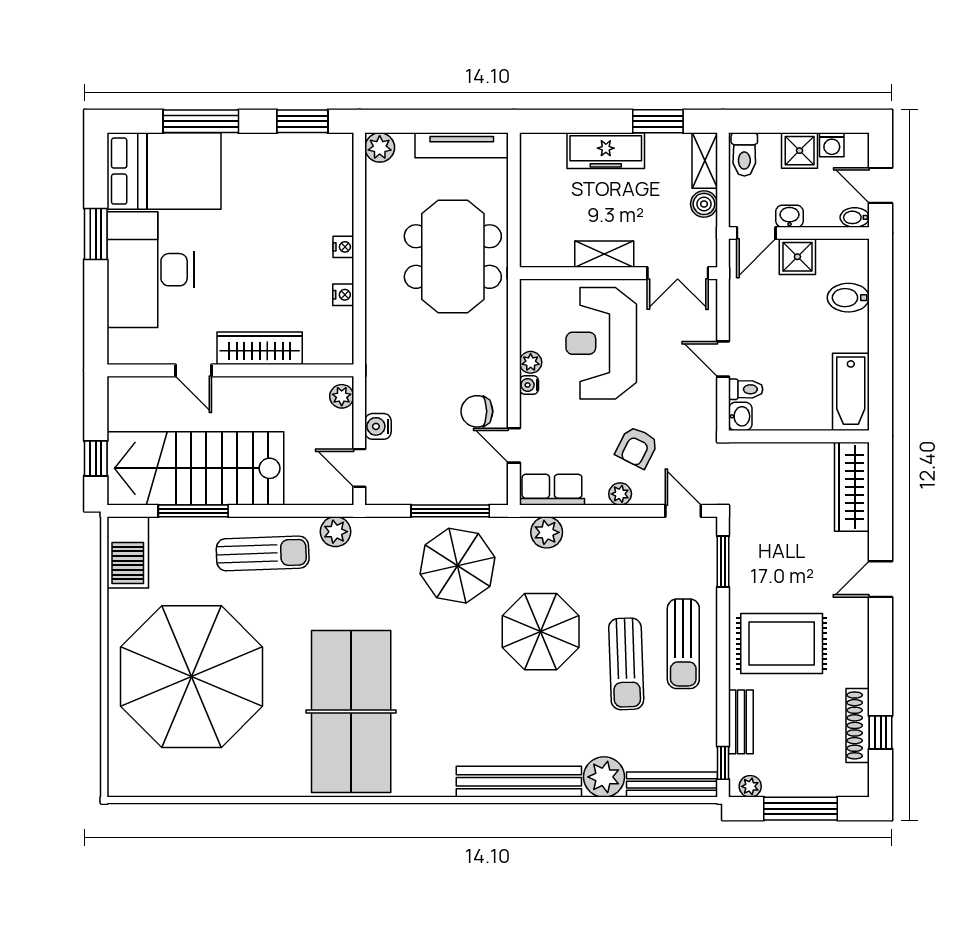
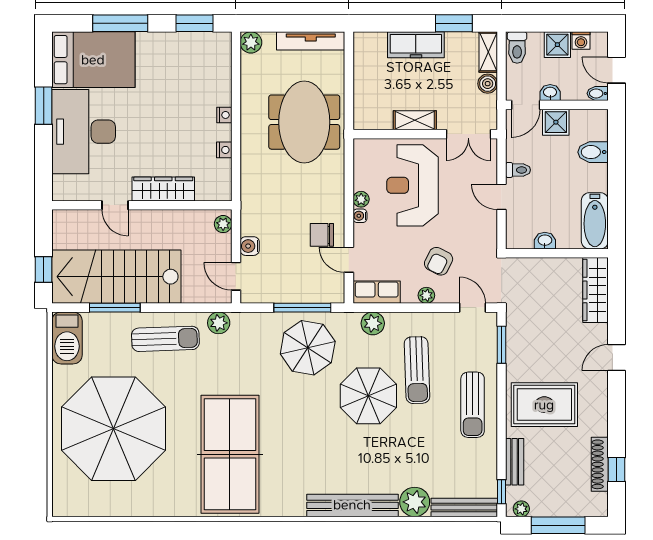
toilet: (746, 389) -> (518, 170), moved
washbasin: (740, 416) -> (545, 241), moved, turned -90
sun lounger: (626, 664) -> (417, 370), moved

